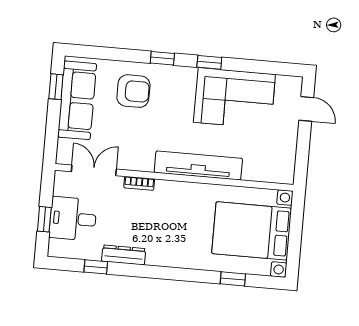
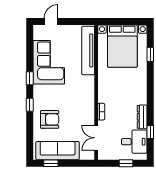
armchair: (133, 91) -> (50, 119), turned 90
tv unit: (198, 165) -> (88, 50), moved
desk: (73, 219) -> (134, 142), moved, turned -90

